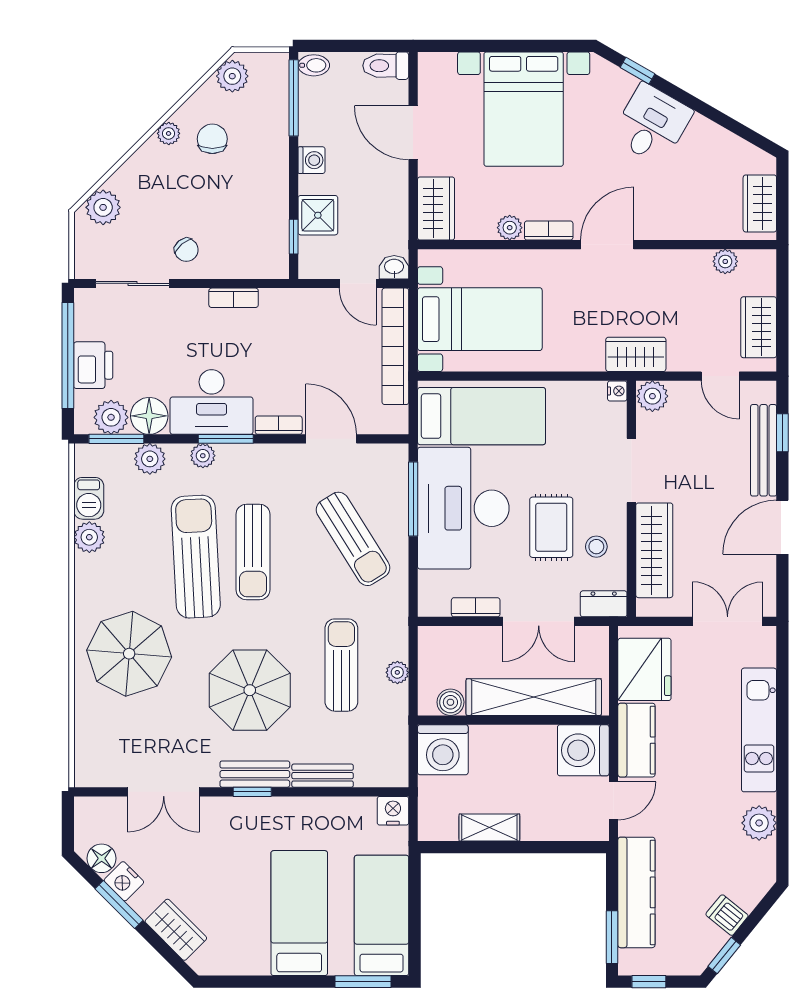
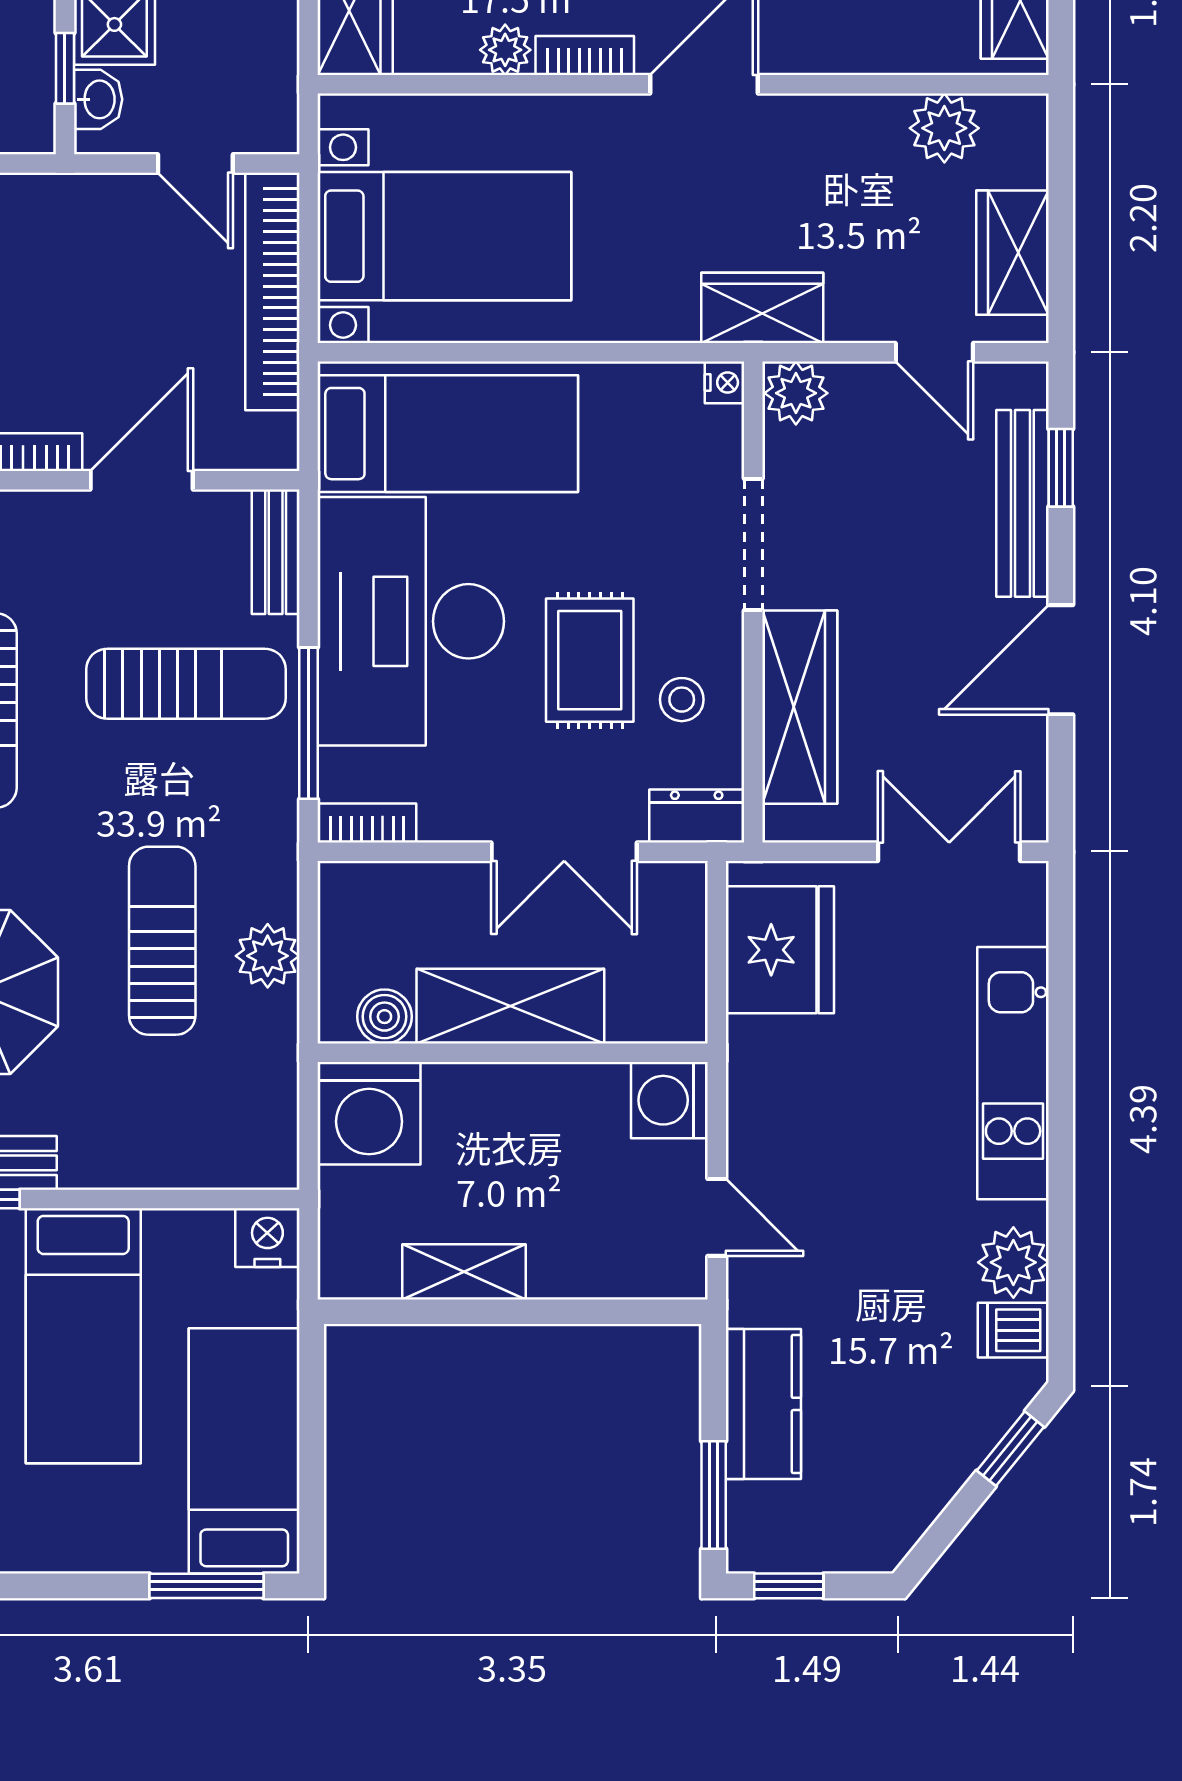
plant: (725, 261) -> (944, 128), width x1.38, depth x1.38
washbasin: (394, 267) -> (98, 99), moved, turned 90
door: (331, 439) -> (142, 480), hinge flipped
window: (413, 499) -> (309, 723), moved
sun lounger: (353, 539) -> (186, 684), turned -58
bookcase: (476, 607) -> (367, 823), moved
plant: (397, 672) -> (268, 956), width x1.38, depth x1.38
shelving: (534, 697) -> (510, 1006), width x0.68
kitchen counter: (636, 740) -> (763, 1094), removed
washing machine: (583, 750) -> (669, 1100), width x0.73, depth x0.73
bench: (323, 776) -> (276, 552), moved, turned 90
door: (613, 801) -> (717, 1217), hinge flipped
kitchen counter: (636, 892) -> (763, 1404), width x0.67
bed: (299, 913) -> (83, 1336), moved, turned 180
dishwasher: (727, 915) -> (1013, 1330), moved, turned -39
window: (724, 956) -> (1010, 1449), moved

